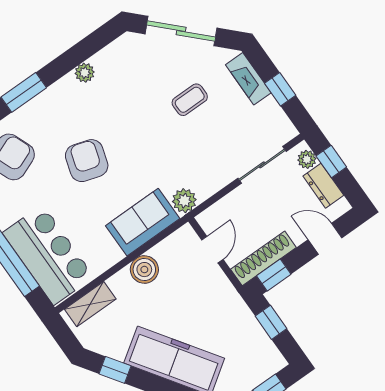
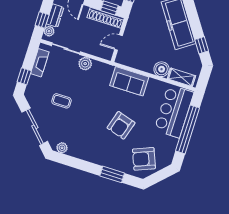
plant: (85, 73) -> (62, 148), moved
fireplace: (248, 79) -> (40, 63), moved
window: (280, 89) -> (24, 76), moved
plant: (184, 201) -> (85, 64), moved
boiler: (144, 270) -> (162, 69), moved

